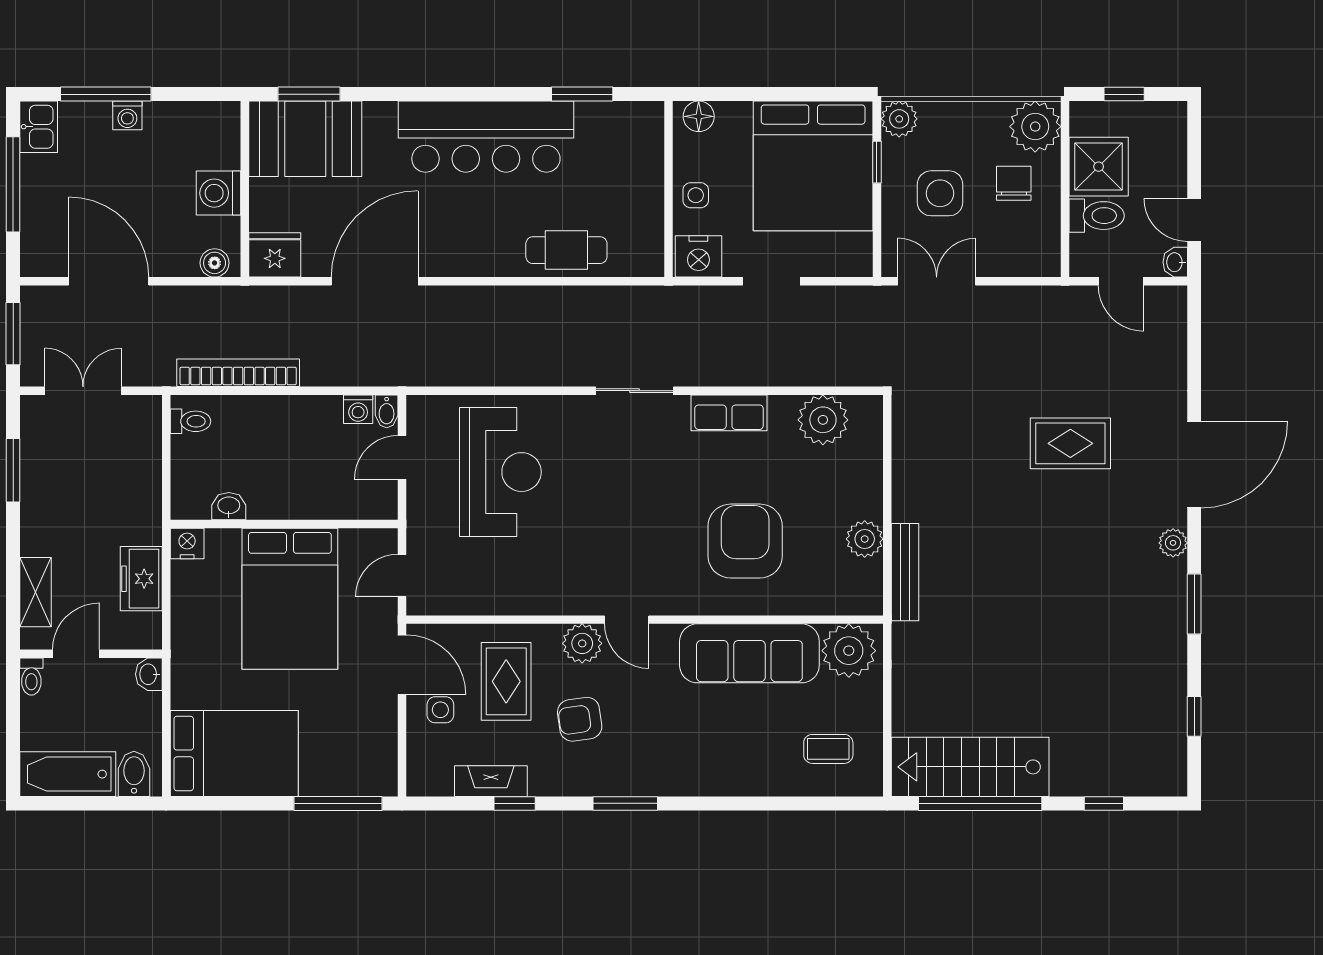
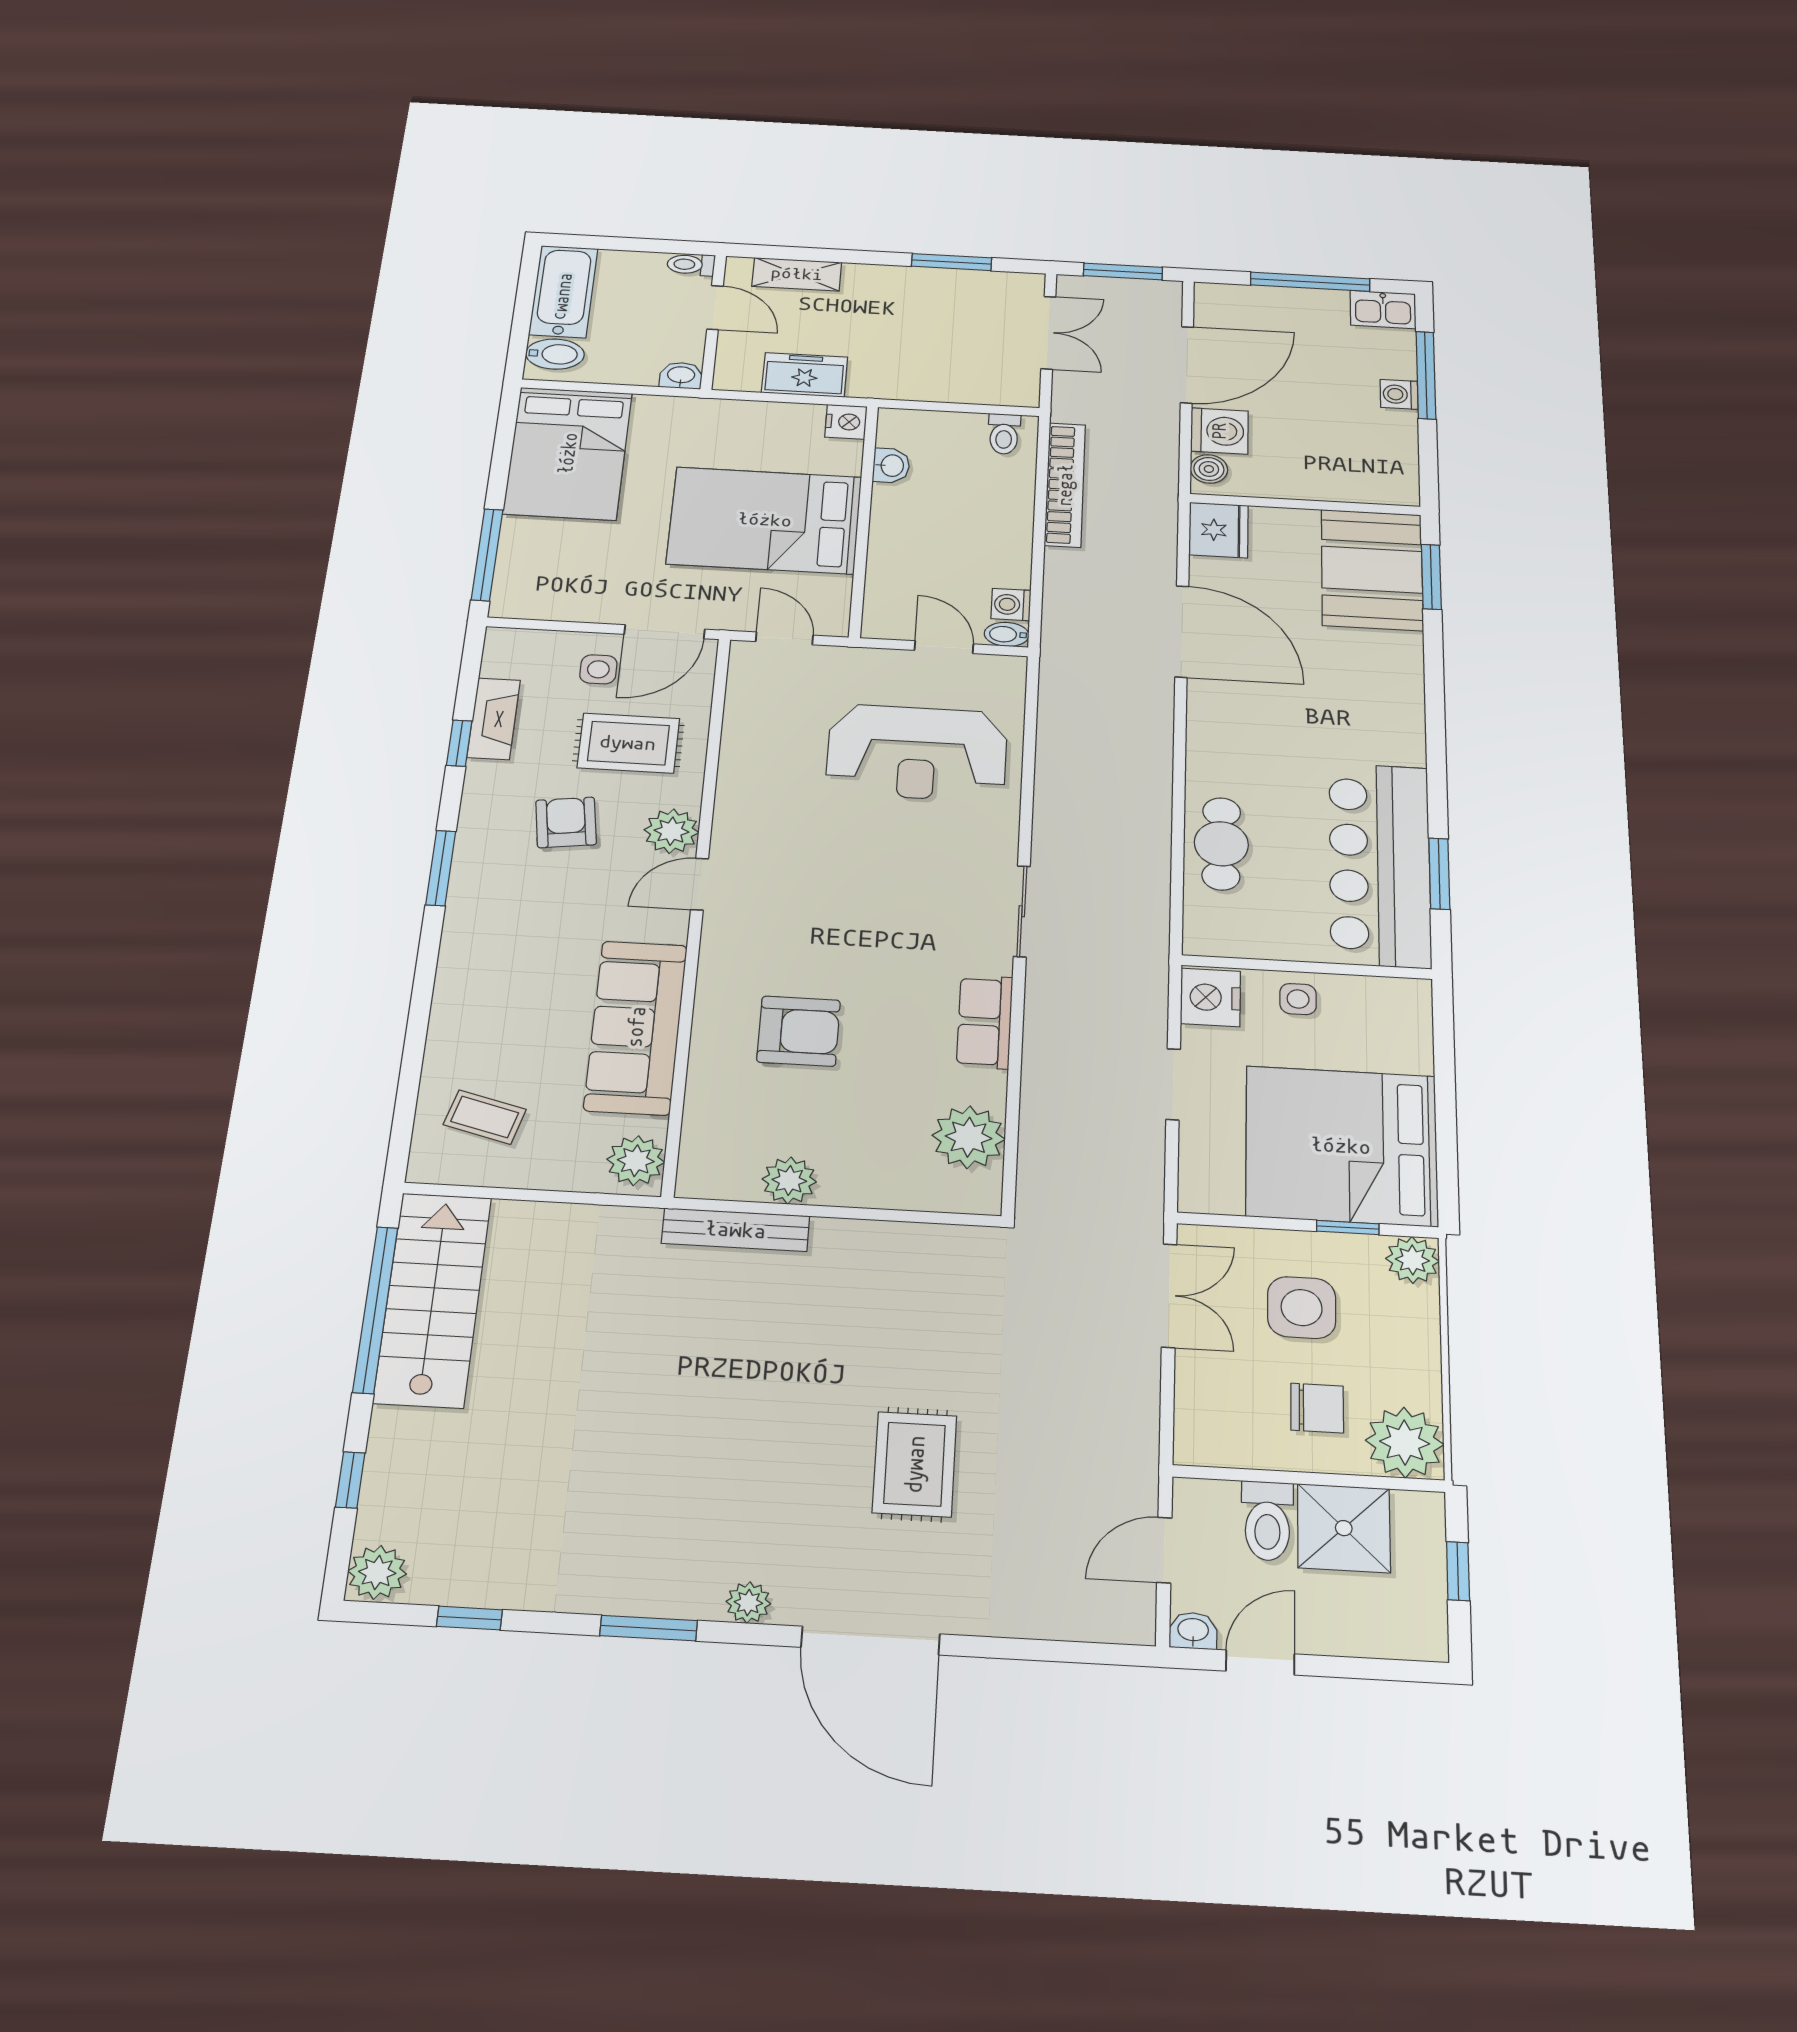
floor lamp: (699, 116) -> (1411, 1009), removed
bar counter: (486, 137) -> (1380, 864), moved
washing machine: (219, 193) -> (1219, 431), moved, turned 90
armchair: (745, 541) -> (799, 1031), width x0.73, depth x0.73
plant: (849, 651) -> (636, 1161), width x0.73, depth x0.73
coffee table: (828, 749) -> (485, 1117), turned -75
plant: (1167, 778) -> (377, 1572), added

